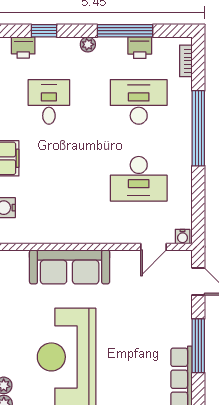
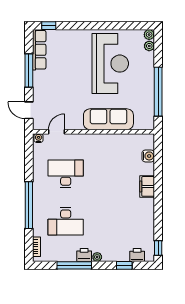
printer: (140, 48) -> (84, 255), moved
desk: (49, 102) -> (121, 221), removed

